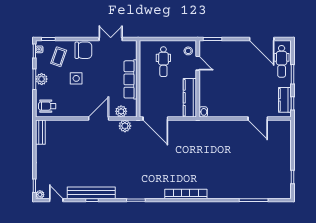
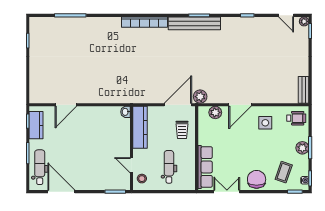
double door: (111, 39) -> (227, 192), swing flipped
chair: (83, 50) -> (257, 179), turned 90
side table: (76, 78) -> (265, 123), moved
row of seats: (130, 79) -> (205, 167), moved
trolley: (151, 95) -> (182, 130), added
door: (155, 118) -> (178, 105), hinge flipped
door: (258, 118) -> (66, 105), swing flipped
plant: (125, 126) -> (200, 97), moved
bench: (91, 193) -> (194, 23), moved

